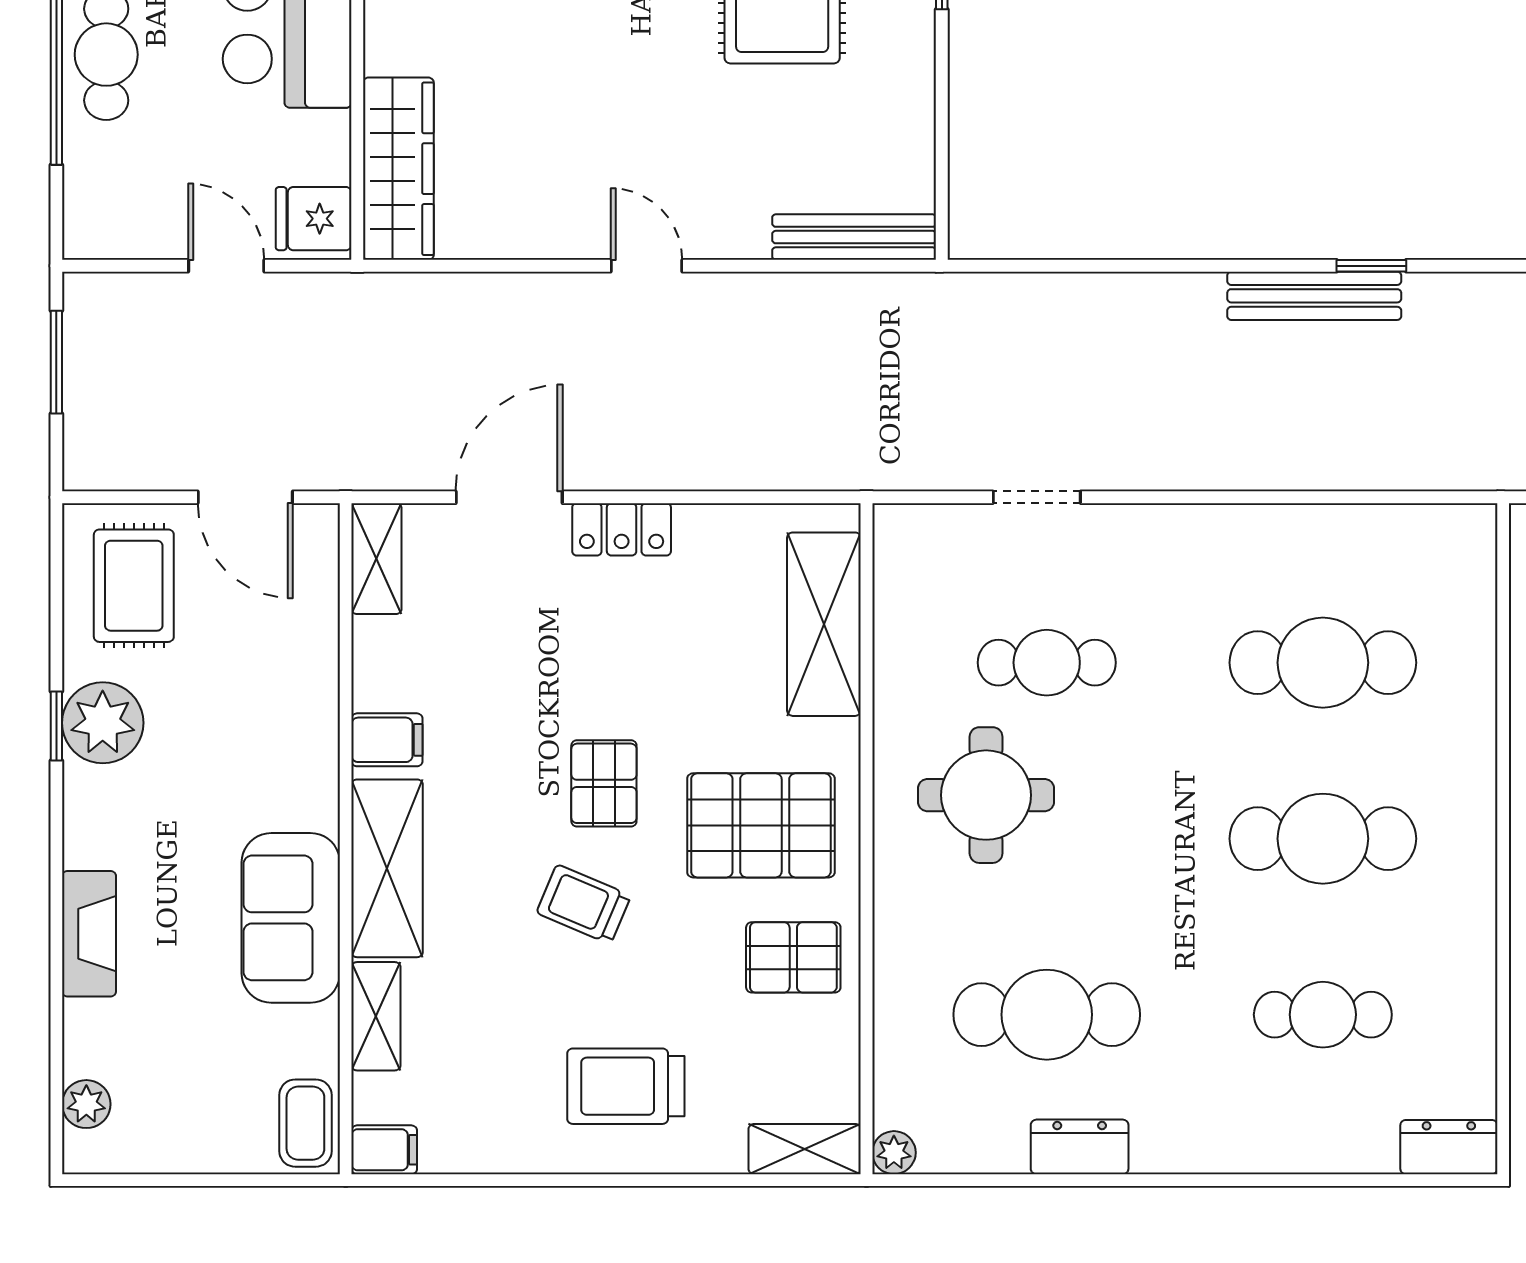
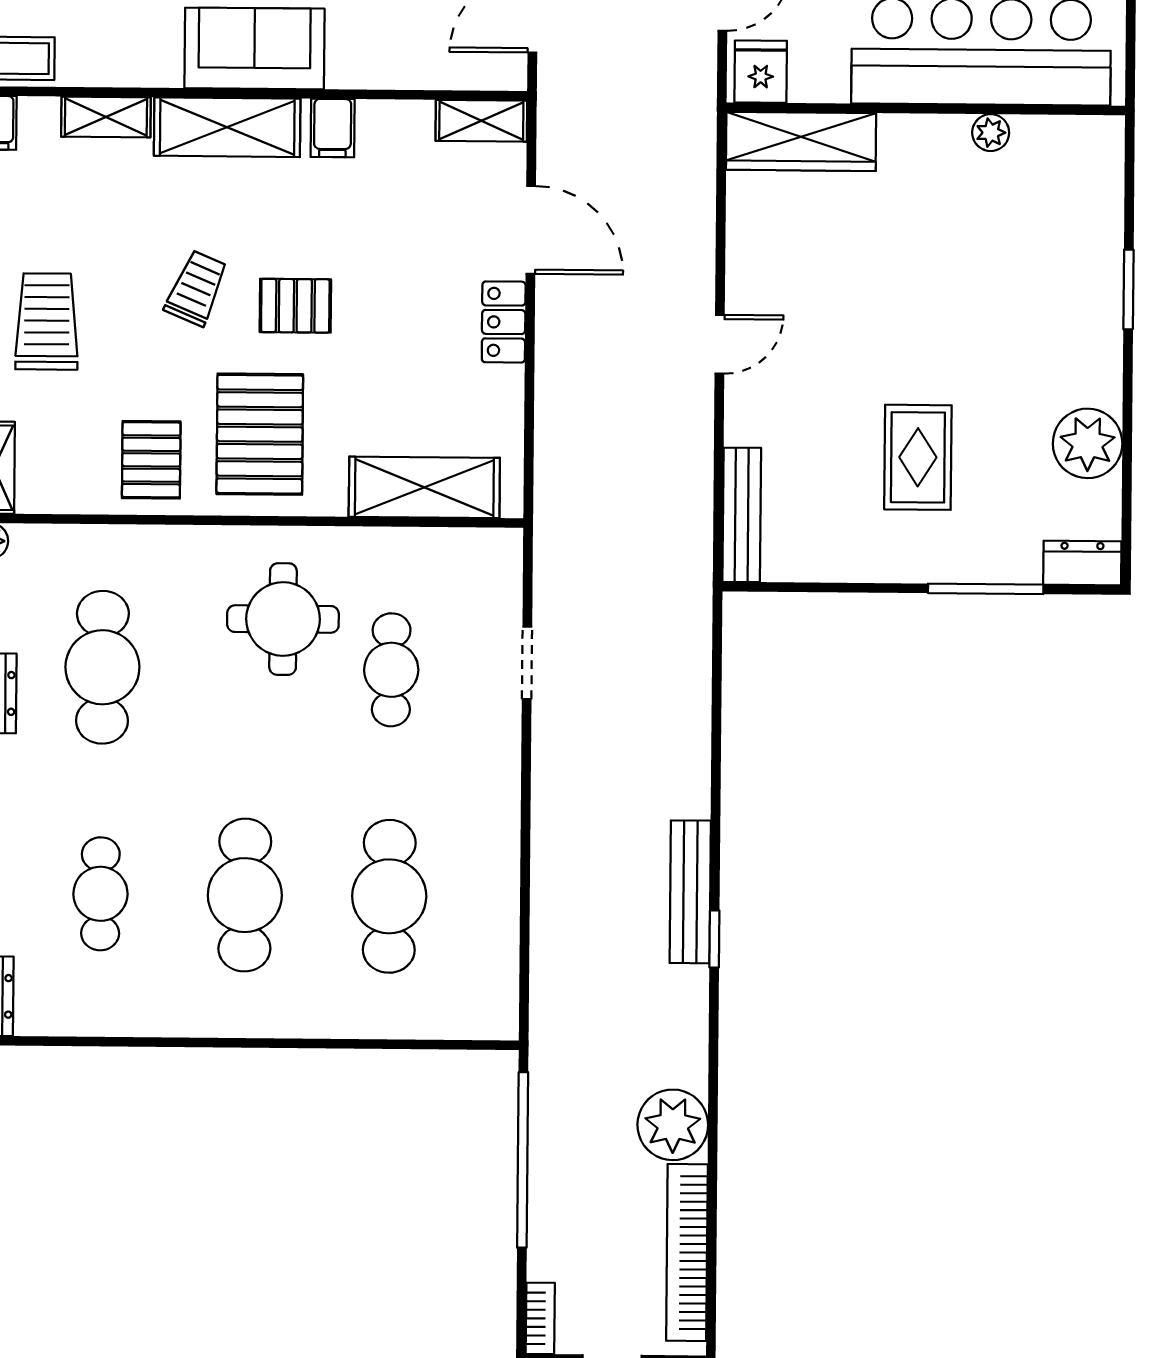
sofa: (291, 918) -> (254, 48), moved

